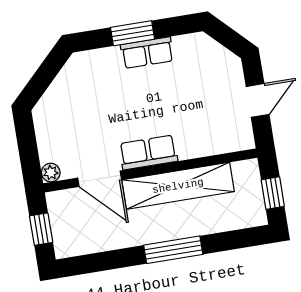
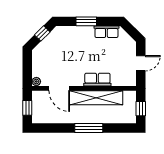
row of seats: (147, 53) -> (106, 32), moved
window: (47, 73) -> (42, 33), added
row of seats: (148, 152) -> (97, 80), moved

